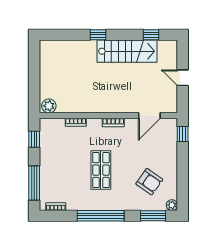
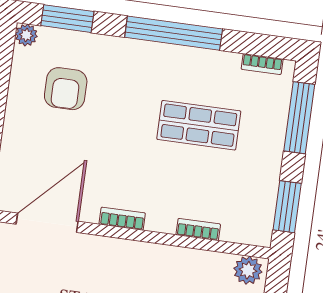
door: (149, 115) -> (47, 223), width x1.36
window: (34, 139) -> (287, 207), width x1.50
shop shelf: (101, 170) -> (199, 125), moved, turned 90
armchair: (149, 182) -> (66, 89), turned -125

